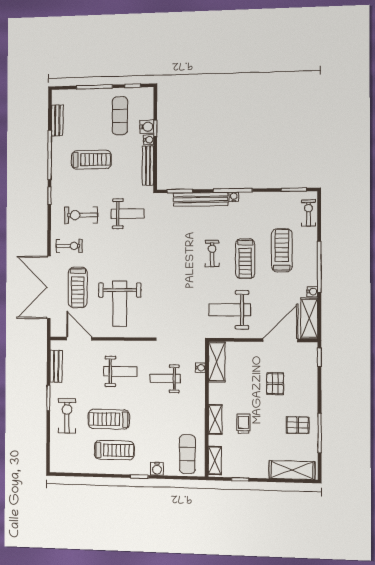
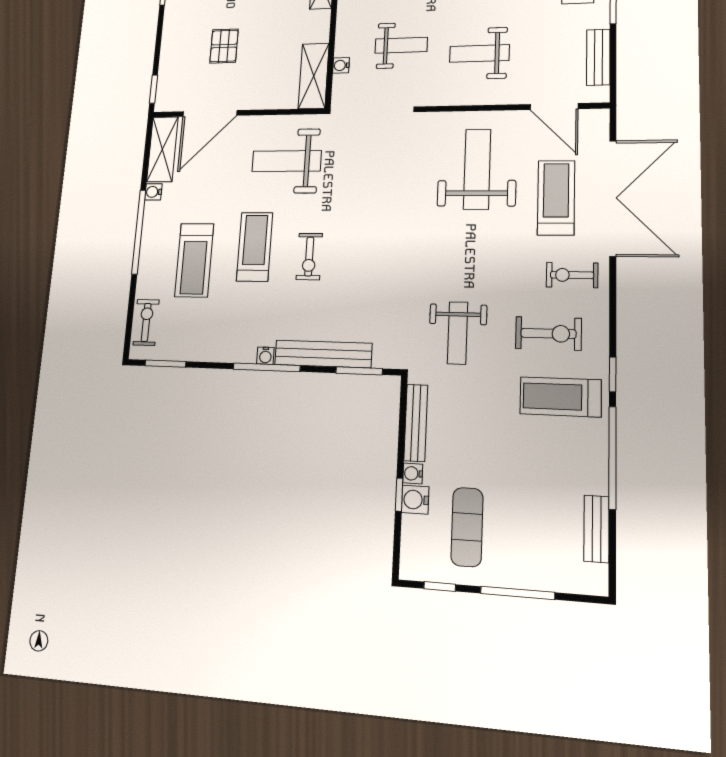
treadmill: (91, 160) -> (560, 397), moved
exercise bike: (308, 213) -> (146, 322), turned 180
weight bench: (128, 214) -> (458, 333), turned -90
weight bench: (230, 310) -> (287, 161), turned 180

